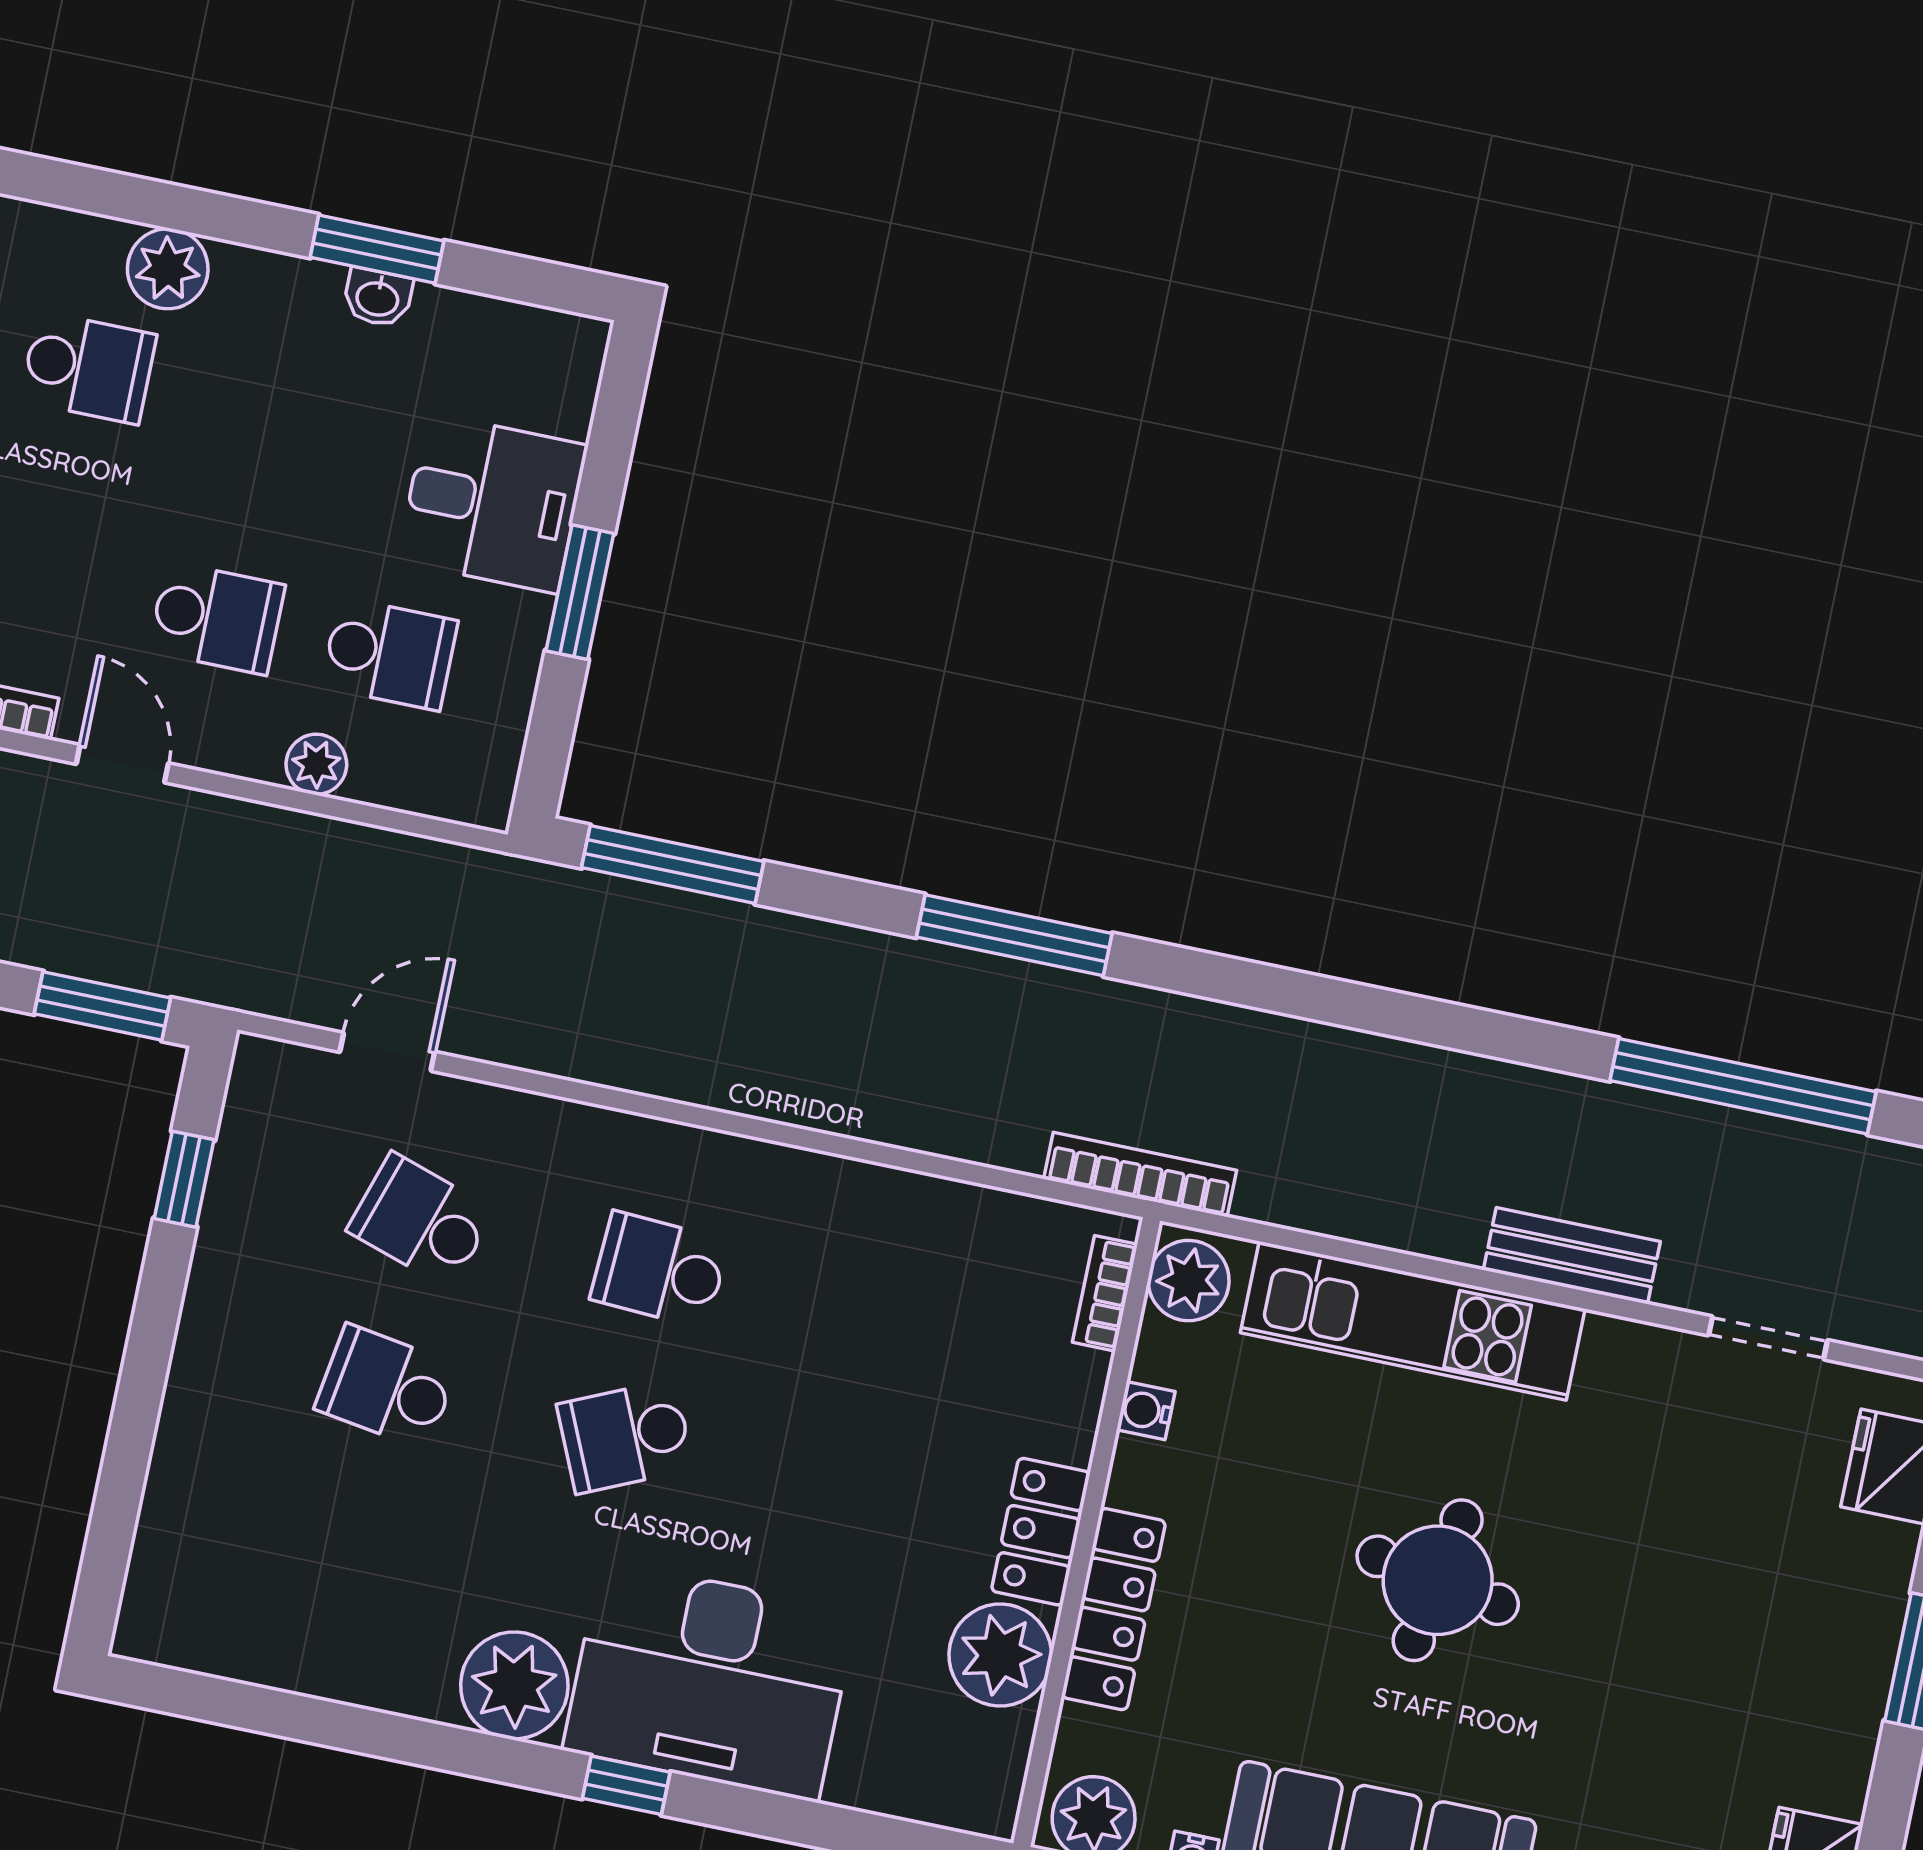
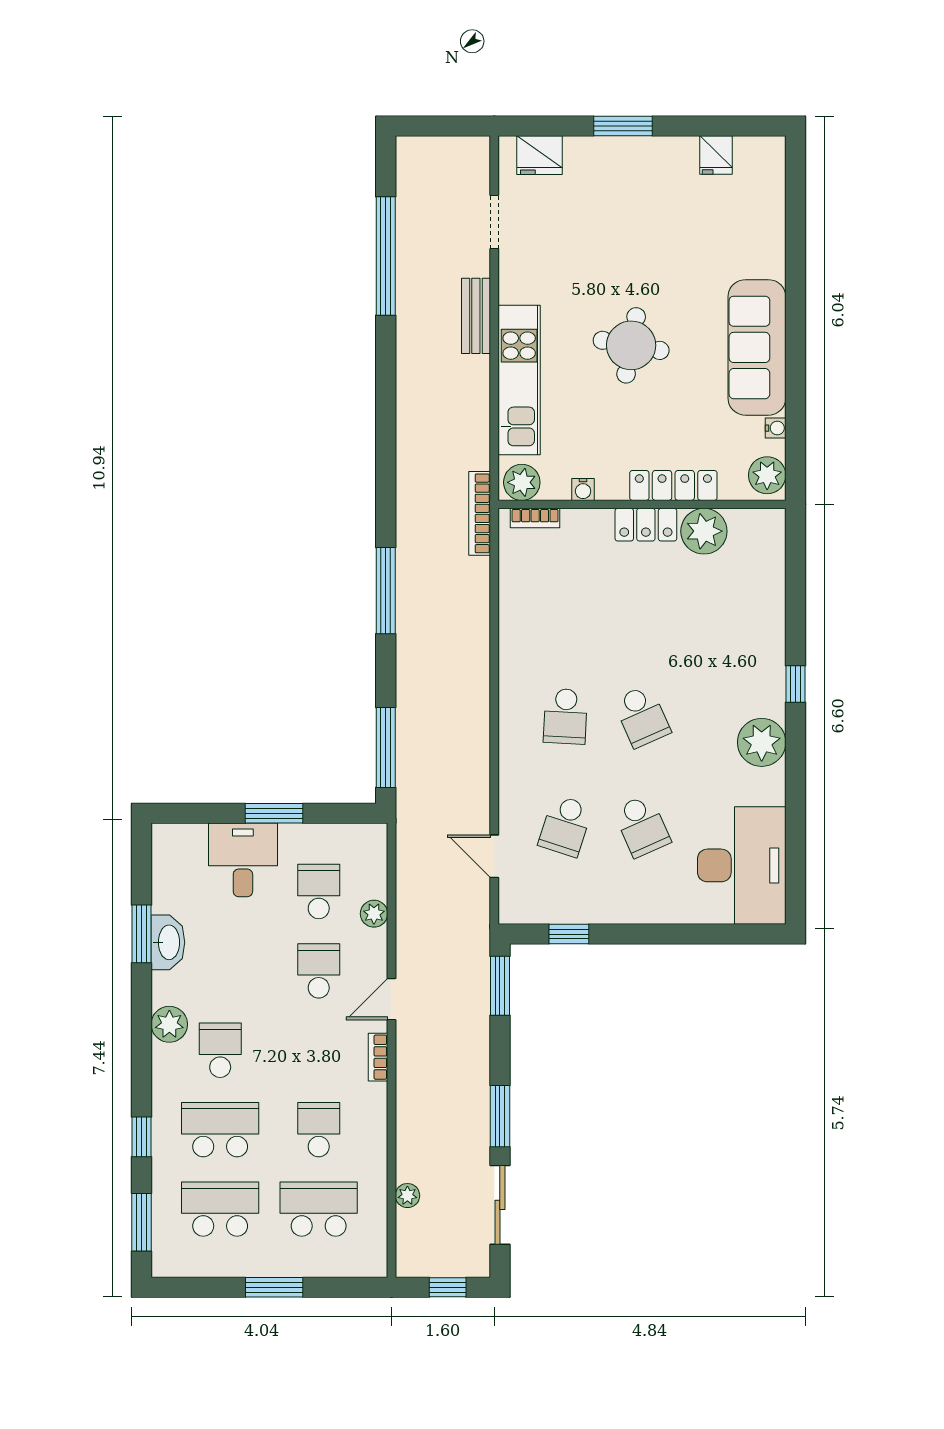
washbasin: (378, 297) -> (168, 942), width x1.91, depth x1.45
school desk: (387, 1387) -> (642, 826), turned -33
desk: (710, 1681) -> (742, 865), moved

